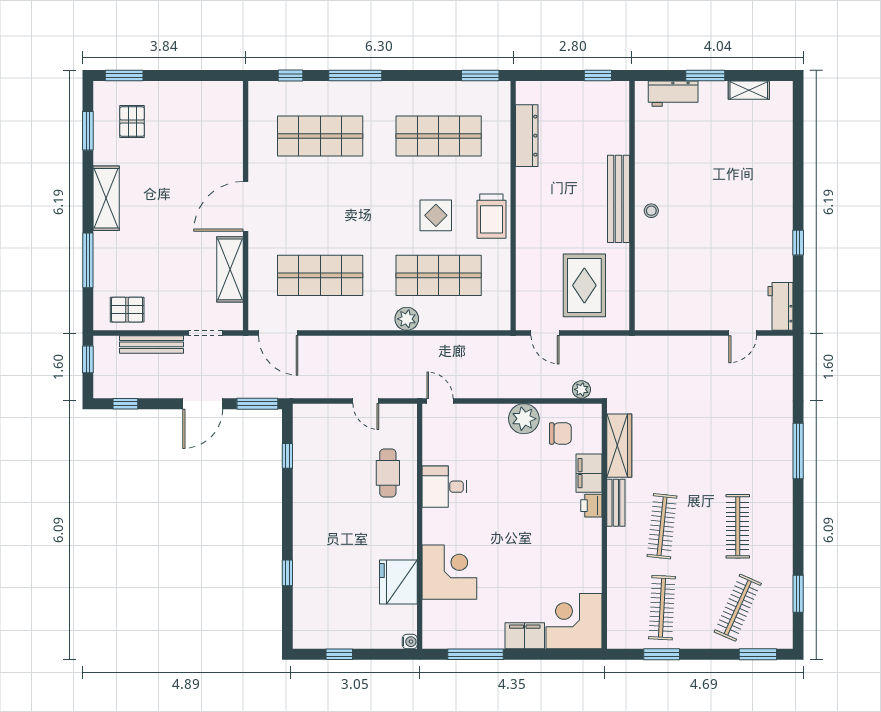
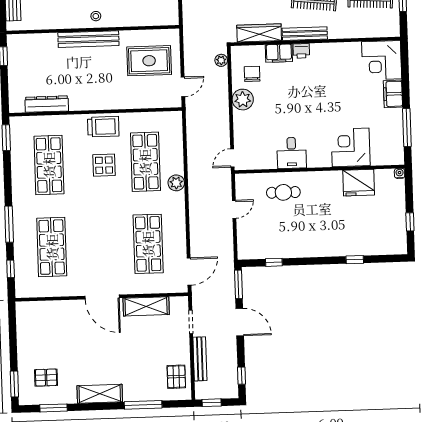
bench: (616, 503) -> (305, 34), width x1.36

